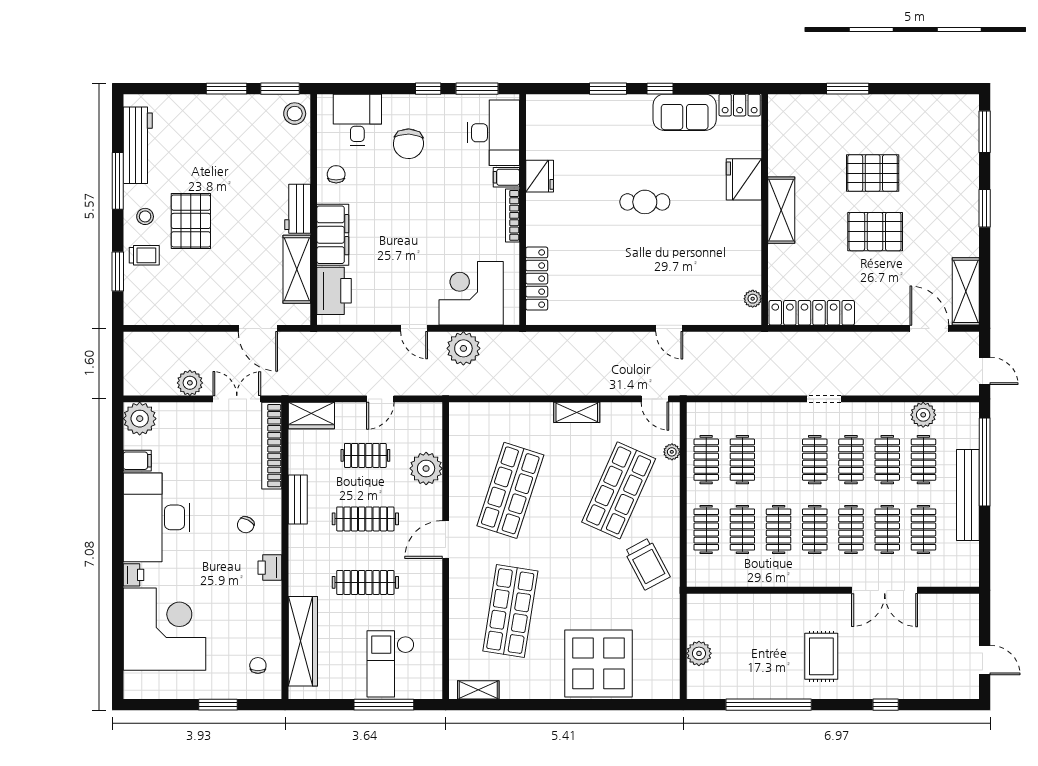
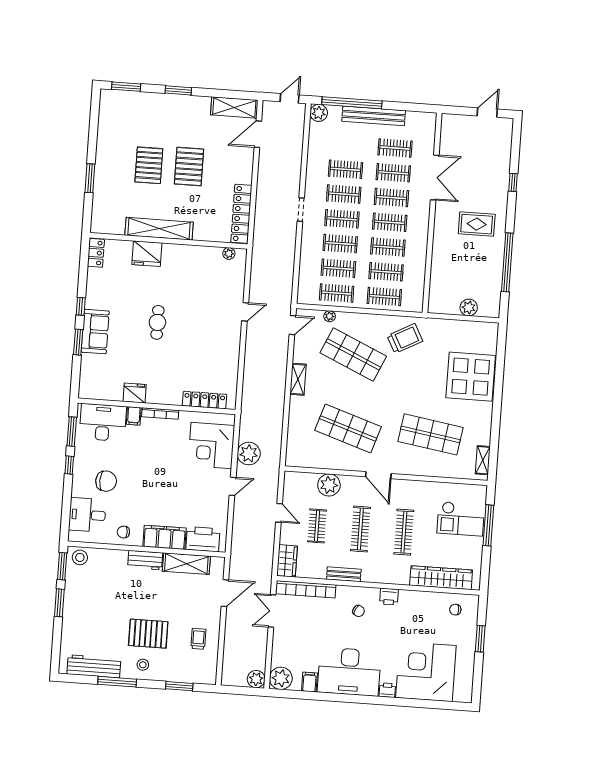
sofa: (685, 112) -> (95, 332), moved
shelving: (781, 210) -> (159, 229), width x1.47
trolley: (144, 255) -> (198, 639), moved
plant: (190, 383) -> (256, 679), moved
plant: (923, 415) -> (319, 113), moved
clothes rail: (923, 460) -> (340, 244), moved

